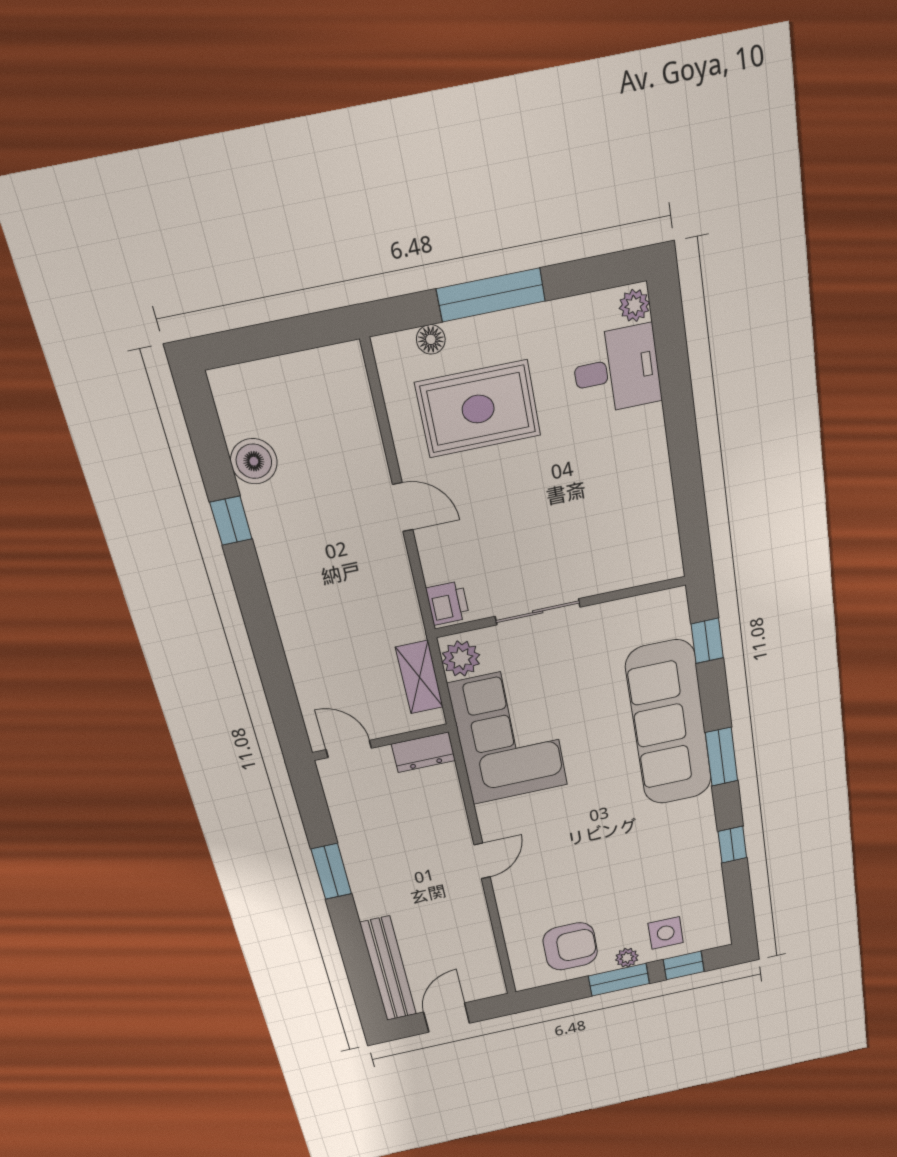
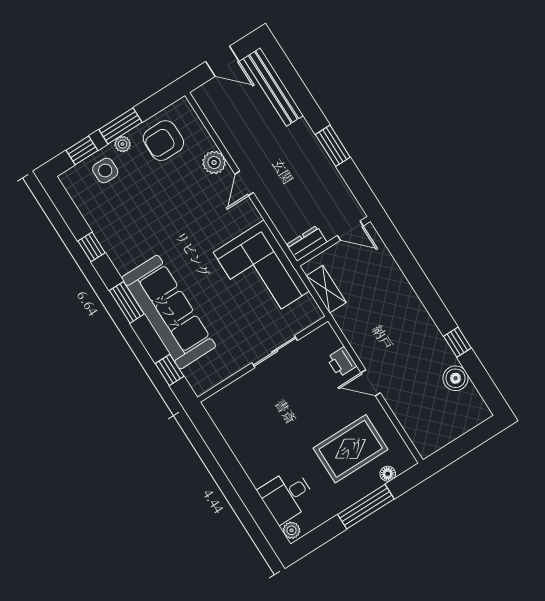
printer: (448, 603) -> (342, 362), moved
plant: (461, 659) -> (214, 162), moved
door: (447, 1018) -> (222, 61), hinge flipped

